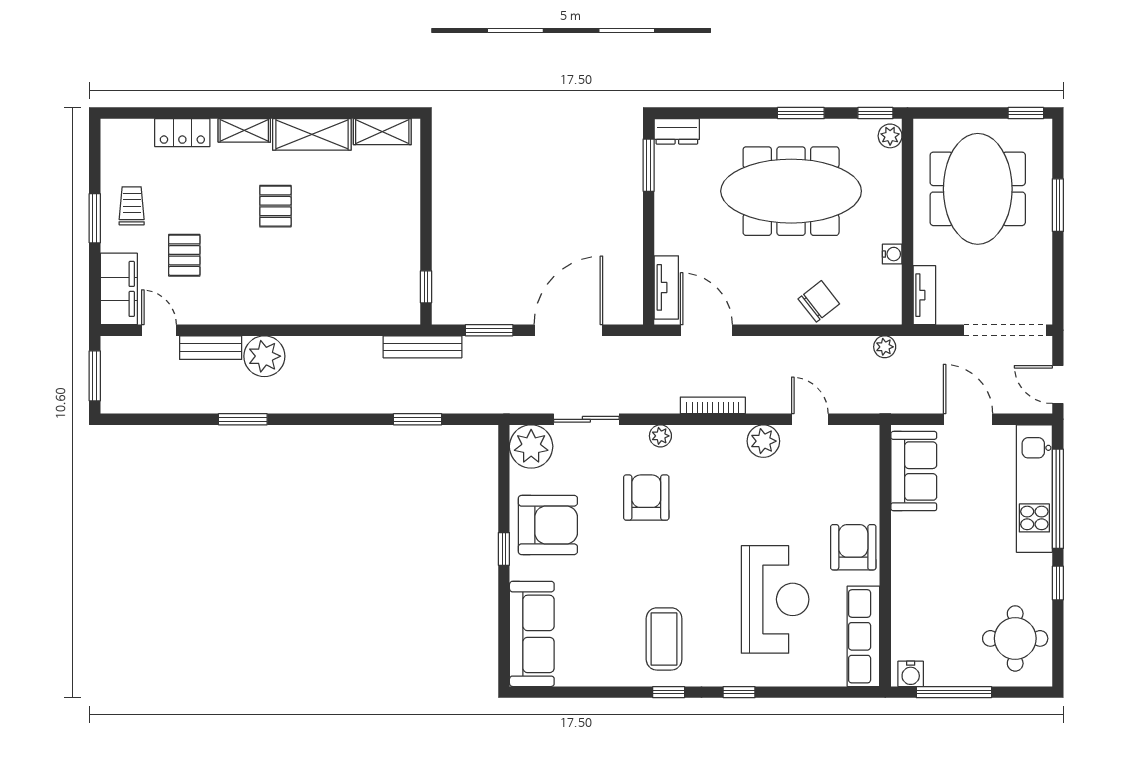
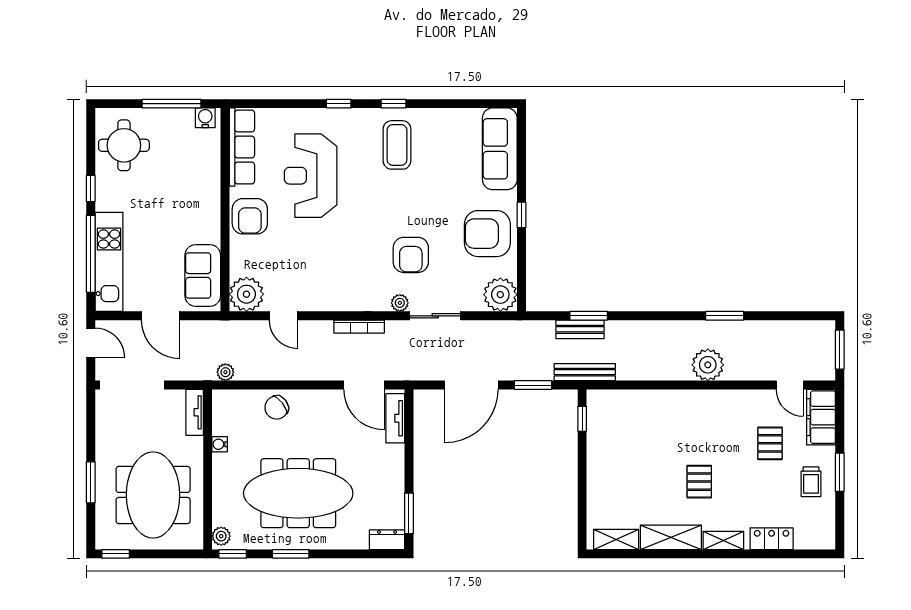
bench: (211, 348) -> (580, 329), moved
sliding door: (586, 419) -> (435, 316), moved
plant: (763, 441) -> (246, 294), moved, width x1.36, depth x1.36

